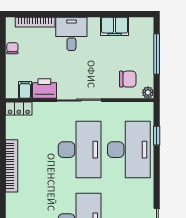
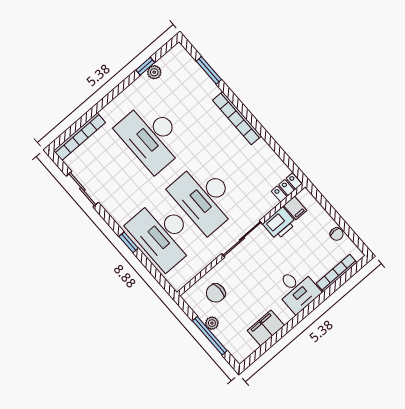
plant: (148, 92) -> (212, 323), moved
window: (157, 136) -> (129, 242), moved
bookcase: (12, 166) -> (237, 118), moved

